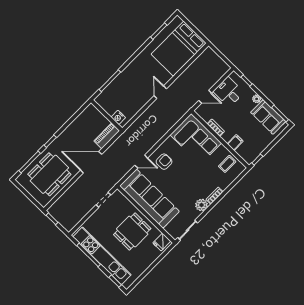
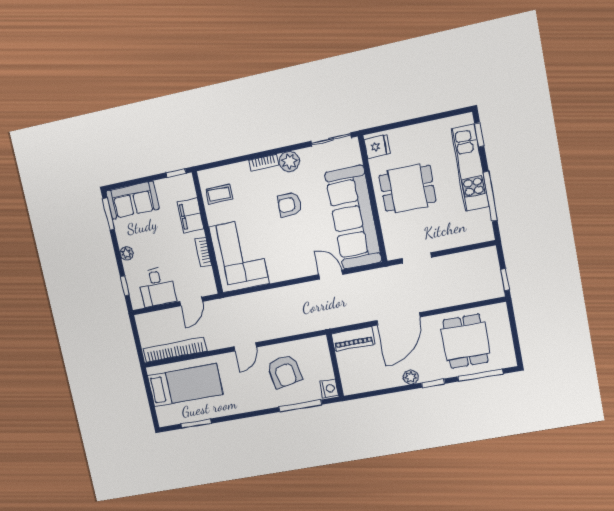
bed: (179, 49) -> (185, 385), width x0.67
bookcase: (197, 64) -> (175, 350), added
armchair: (131, 93) -> (284, 371), added
door: (205, 97) -> (191, 301), swing flipped
nightstand: (118, 117) -> (329, 389), moved
sofa: (268, 117) -> (133, 200), moved, turned 90
plant: (64, 136) -> (411, 377), added
filing cabinet: (235, 142) -> (190, 216), width x2.00
door: (91, 162) -> (398, 319), hinge flipped
armchair: (164, 162) -> (290, 204), moved
dining table: (49, 174) -> (465, 341), width x0.73
kitchen unit: (102, 256) -> (470, 168), width x0.73

